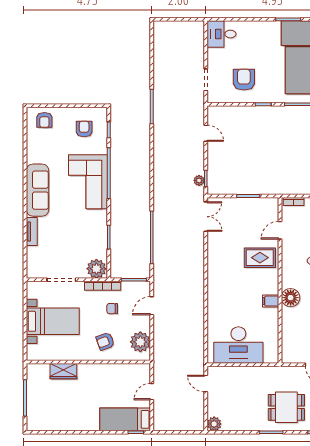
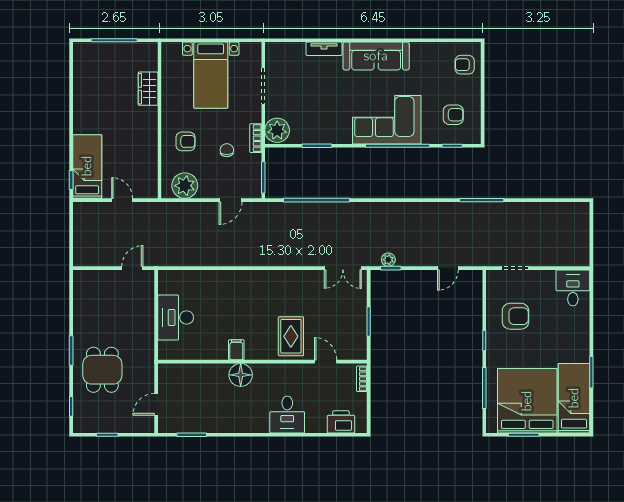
bookcase: (103, 286) -> (256, 138), width x0.64
door: (152, 306) -> (230, 200), swing flipped
armchair: (105, 341) -> (186, 141), turned 110
desk: (238, 345) -> (176, 317), width x0.73, depth x0.77
plant: (214, 424) -> (82, 279), removed

